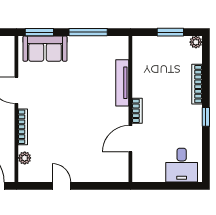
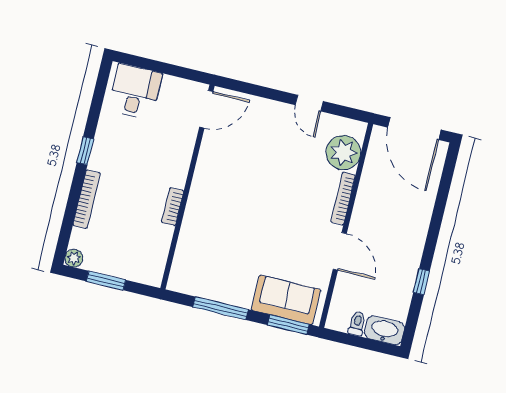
tv unit: (122, 83) -> (190, 226), removed
bookcase: (137, 111) -> (173, 207), moved
door: (130, 139) -> (206, 109), moved
plant: (25, 158) -> (343, 153), width x1.87, depth x1.87

